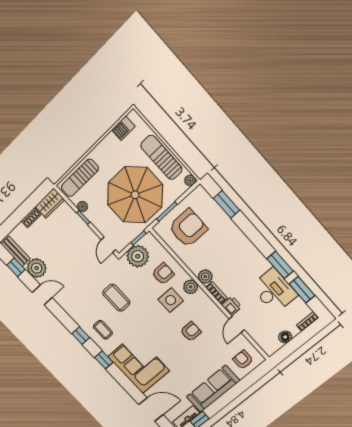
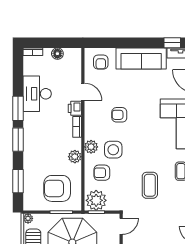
plant: (138, 256) -> (96, 200), moved
plant: (205, 277) -> (75, 157), moved
window: (302, 290) -> (18, 140), moved
door: (237, 324) -> (83, 92), hinge flipped

